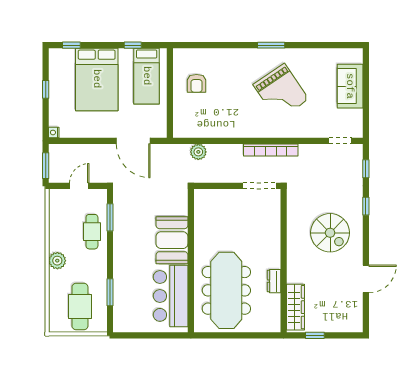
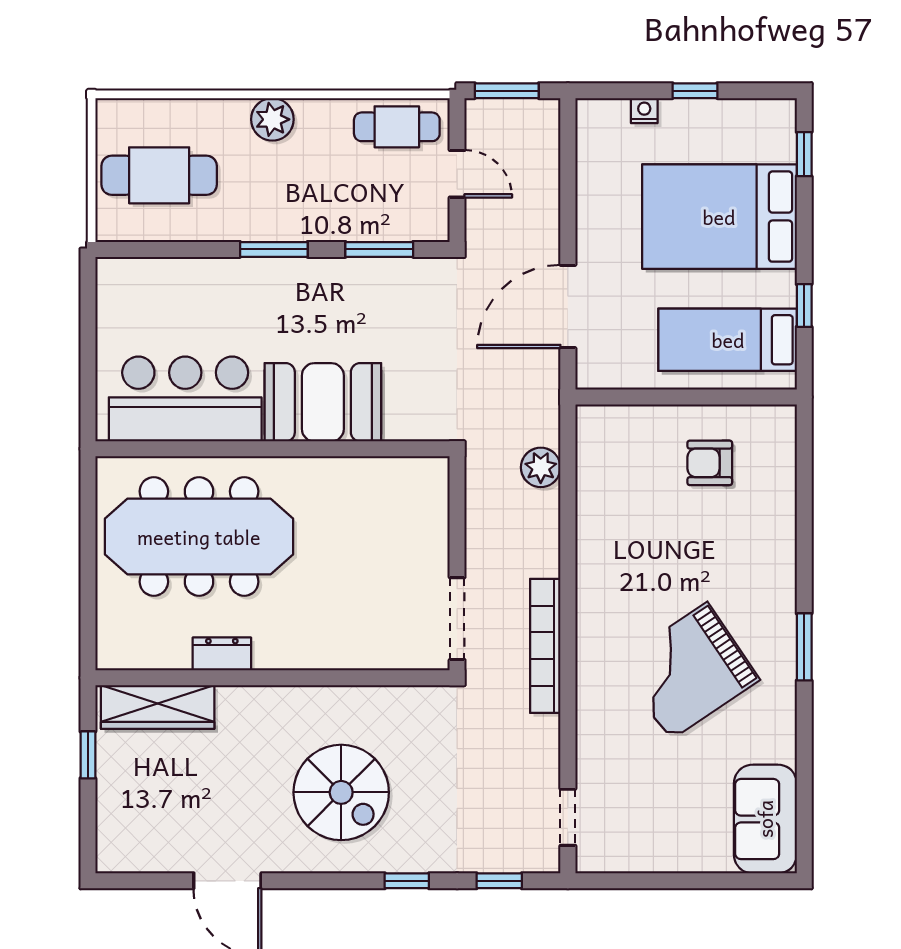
sofa: (350, 86) -> (765, 819), moved, turned -90
nightstand: (54, 132) -> (644, 111), moved
cafe table: (92, 232) -> (397, 127), moved
spiral stairs: (330, 233) -> (341, 792), turned -90
window: (110, 292) -> (274, 249), moved

